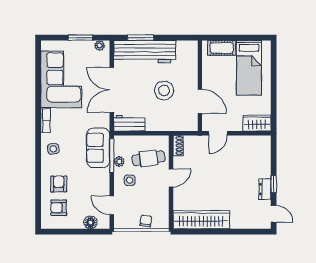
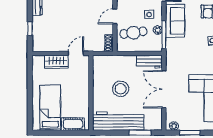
workbench: (145, 52) -> (118, 121), moved
double door: (112, 90) -> (164, 89), swing flipped
door: (200, 101) -> (91, 80), removed
wardrobe: (257, 123) -> (56, 62), moved
sofa: (98, 148) -> (175, 21), moved
window: (274, 184) -> (30, 29), moved

